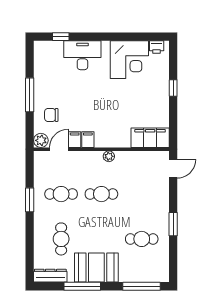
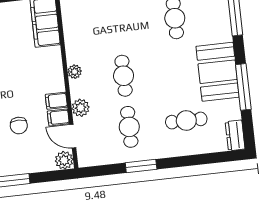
chair: (51, 115) -> (19, 126), moved
plant: (80, 158) -> (81, 108), added
dresser: (50, 276) -> (235, 135), width x0.70

